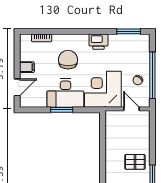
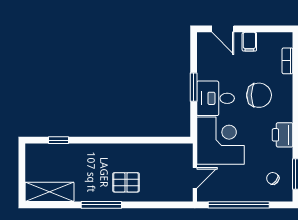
chair: (138, 80) -> (273, 178), moved
desk: (65, 93) -> (216, 98), width x0.73
pallet: (135, 162) -> (126, 182), turned 90

